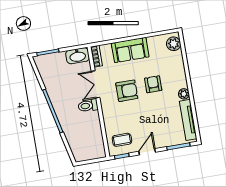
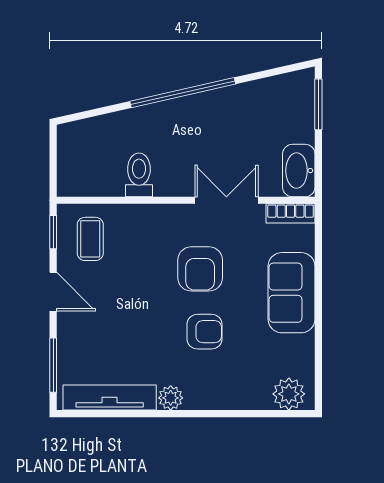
toilet: (88, 106) -> (139, 175), moved

